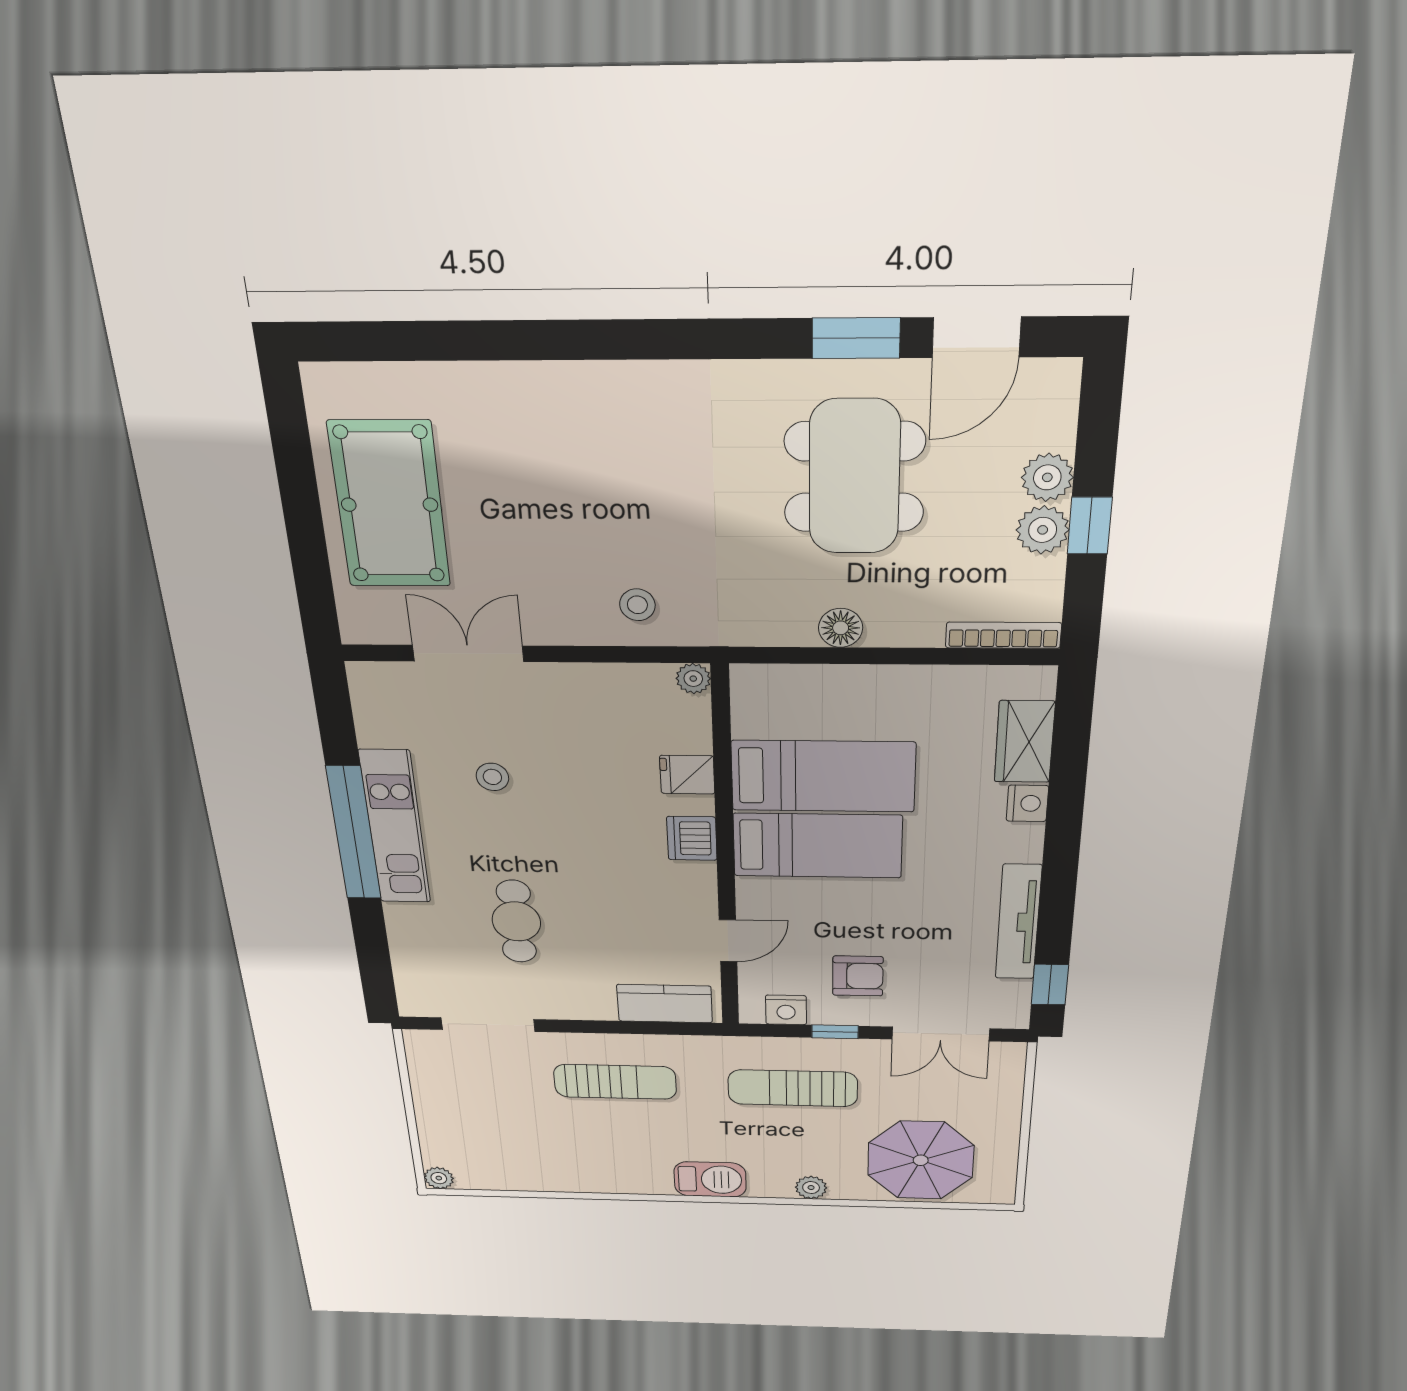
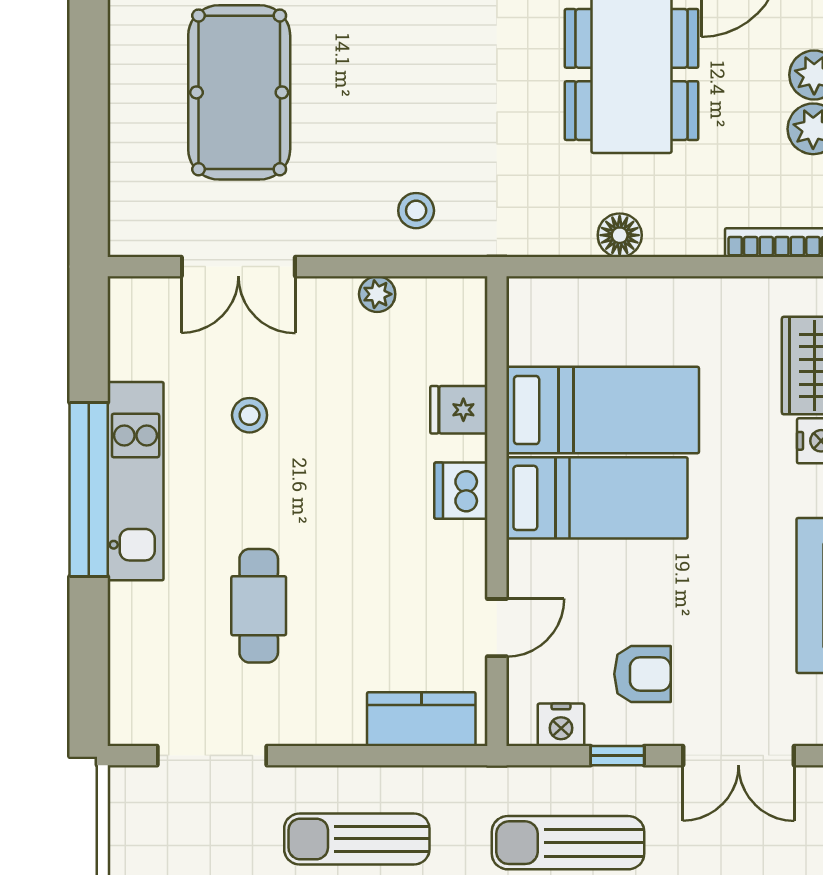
pool table: (390, 505) -> (239, 92), moved
double door: (468, 653) -> (238, 267), swing flipped
plant: (693, 679) -> (377, 294), moved
sun lounger: (615, 1082) -> (357, 839), turned 180

